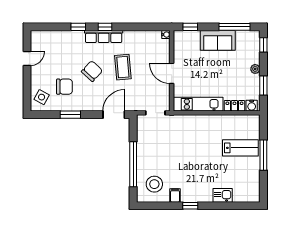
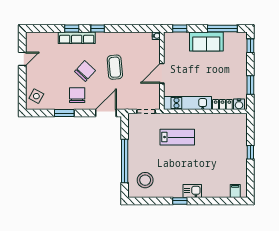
row of seats: (104, 37) -> (77, 38), moved
plant: (255, 69) -> (242, 69), removed
door: (172, 73) -> (162, 73), hinge flipped
chair: (64, 87) -> (77, 95), moved, turned -90
lab bench: (240, 148) -> (177, 137), moved
window: (263, 155) -> (250, 152), width x0.46
filing cabinet: (175, 195) -> (235, 191), moved
kitchen sink: (223, 195) -> (192, 191), moved

